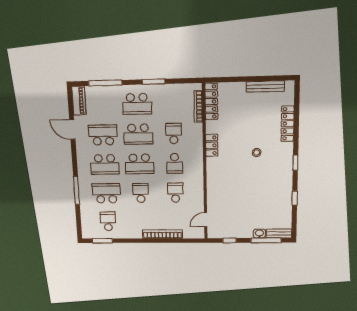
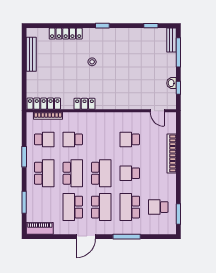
window: (105, 83) -> (24, 202), width x0.69
door: (72, 130) -> (86, 237), moved
school desk: (175, 163) -> (44, 139), moved
window: (295, 198) -> (151, 26), moved
washbasin: (259, 234) -> (171, 83), moved

